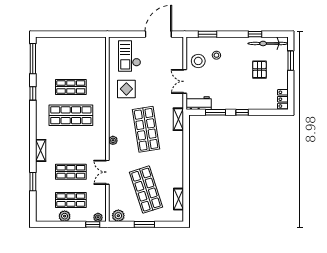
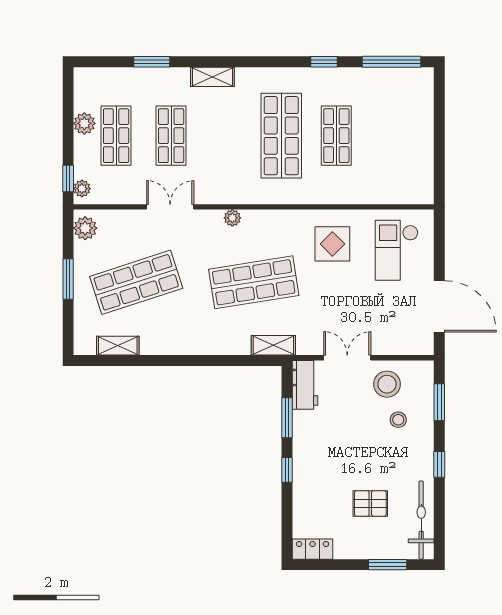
window: (255, 34) -> (439, 464), moved
checkout: (130, 56) -> (397, 250), turned -90

